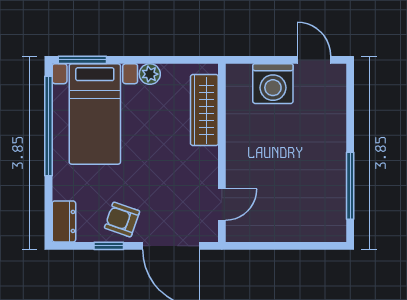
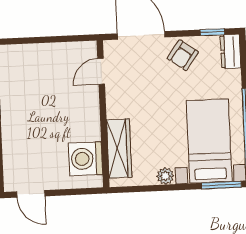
washing machine: (273, 84) -> (85, 159), moved, turned -90
armchair: (122, 220) -> (183, 55), turned 107
window: (109, 246) -> (212, 32), moved

